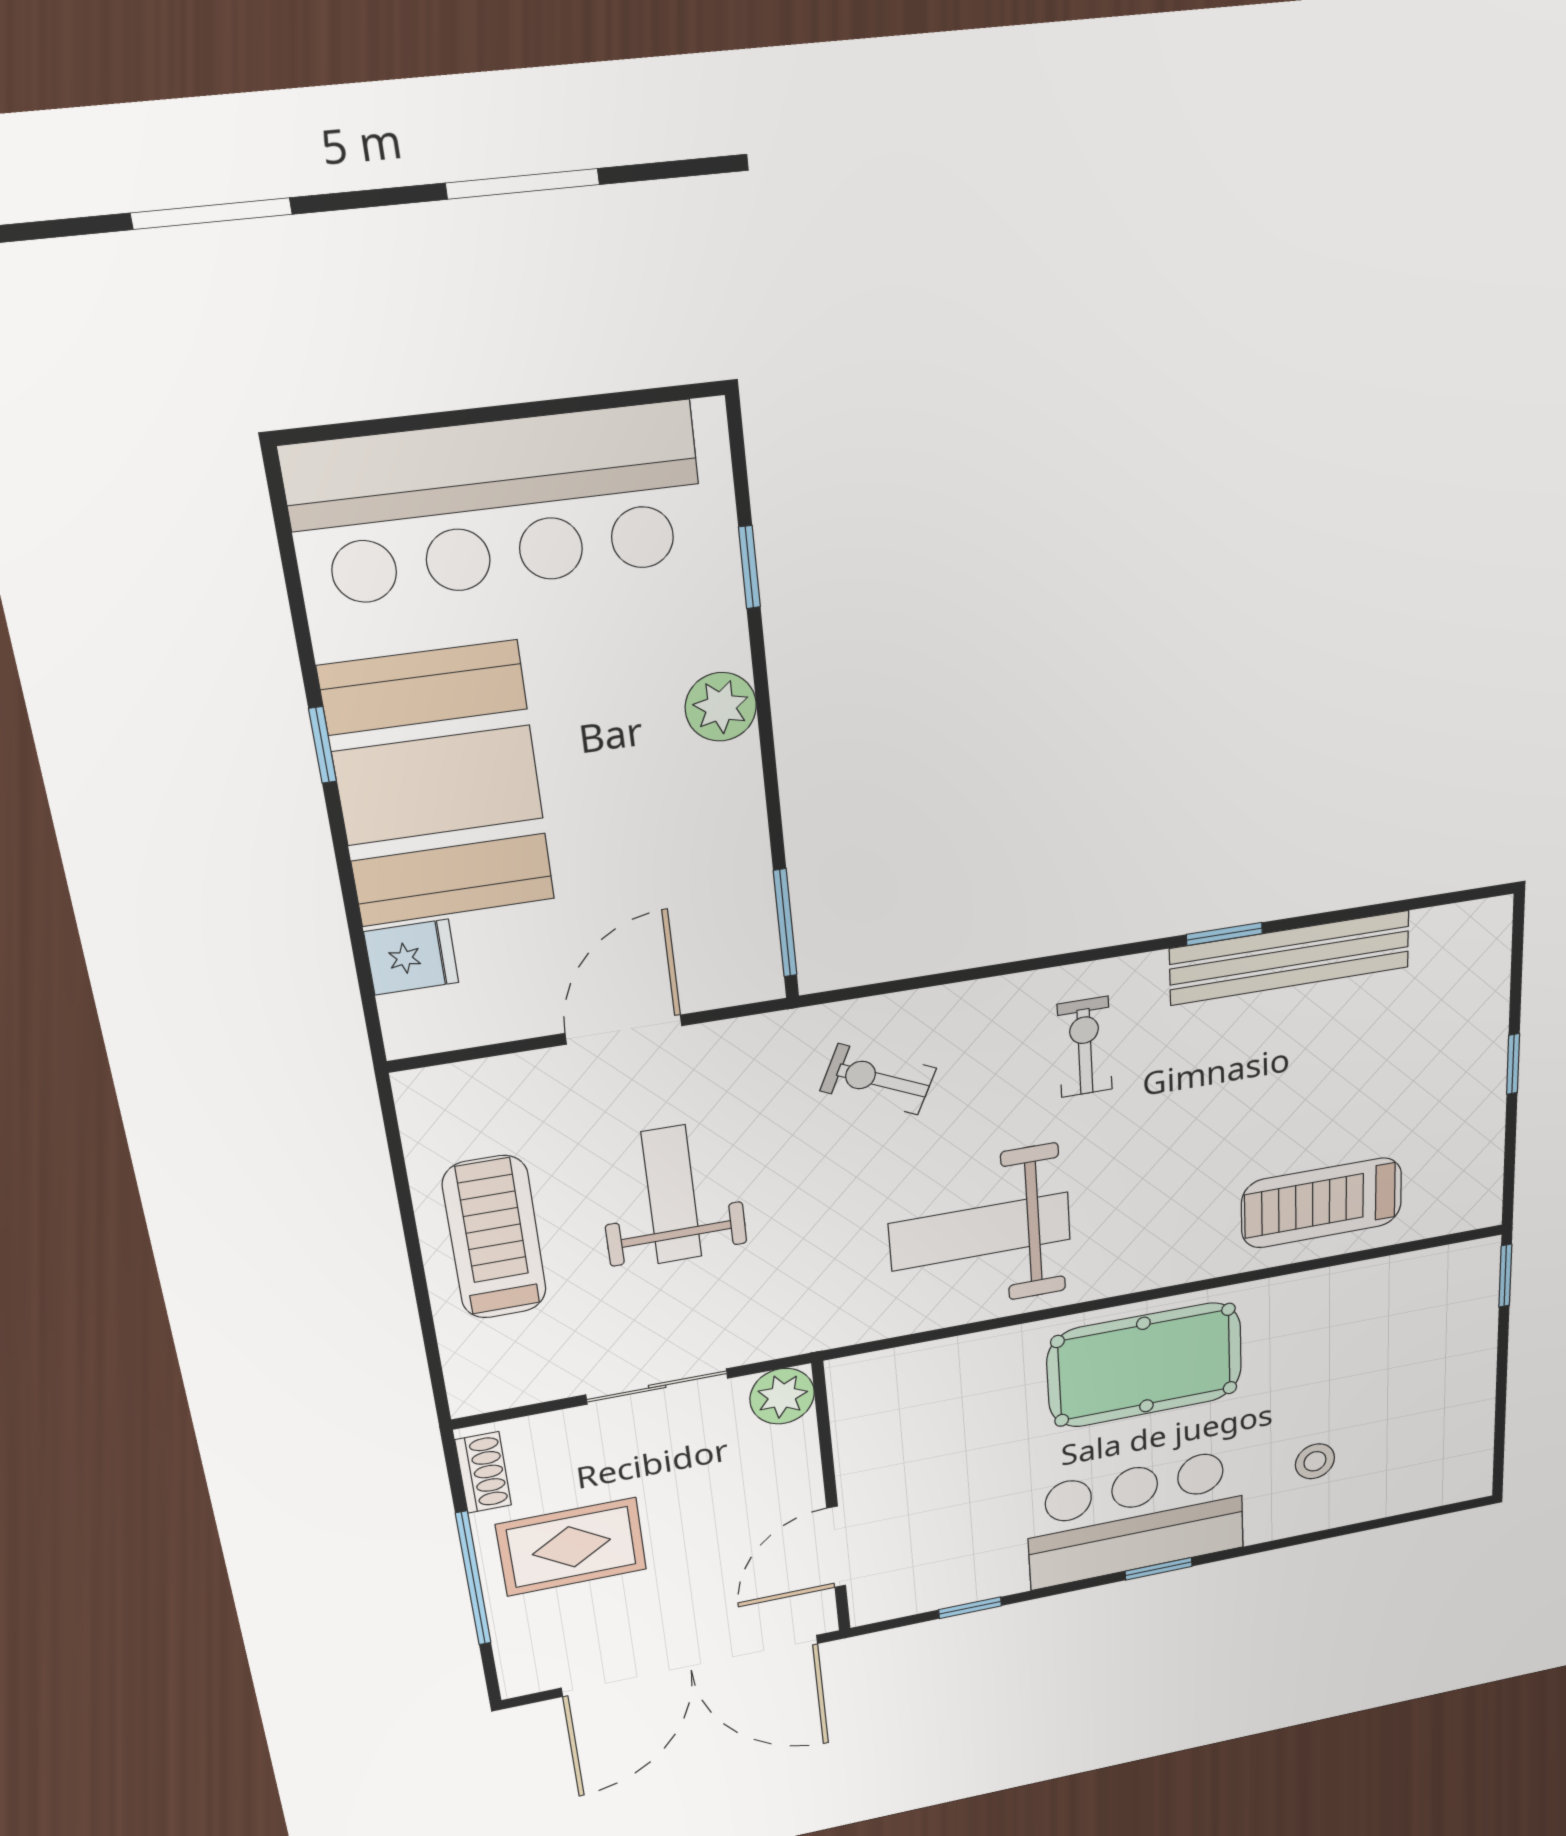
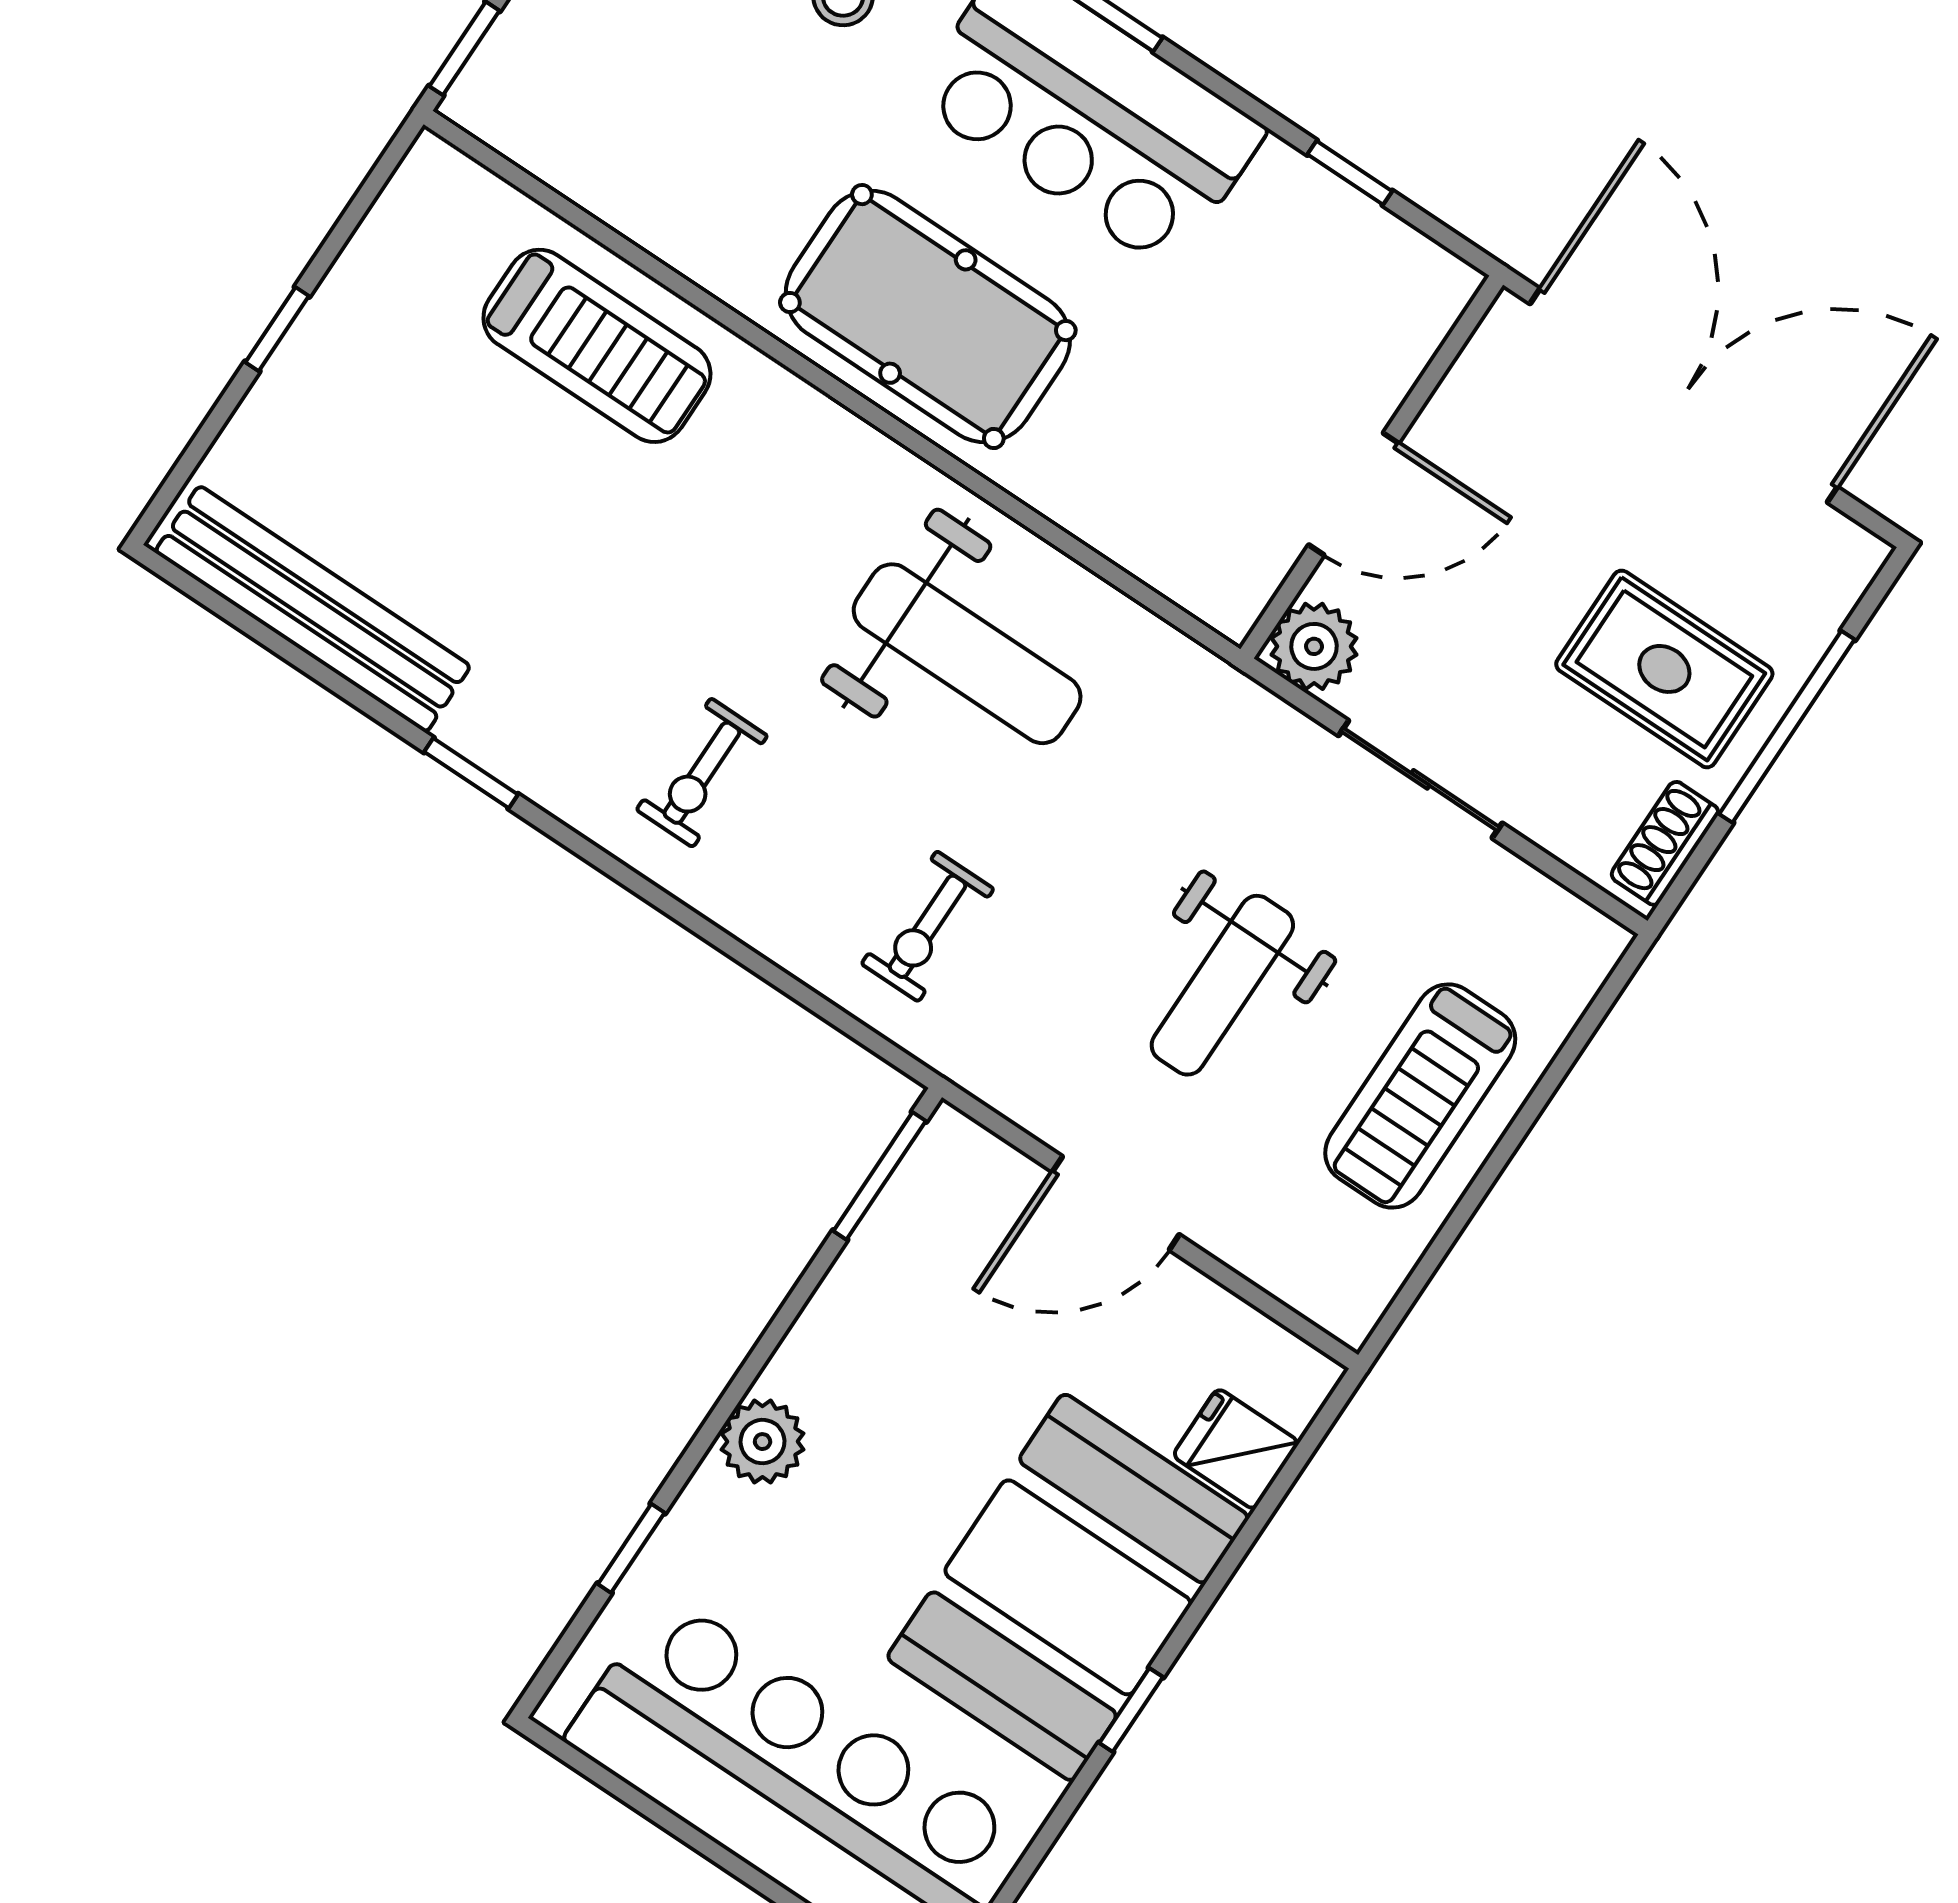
bench: (1290, 958) -> (313, 609), moved
exercise bike: (878, 1079) -> (928, 926), turned 65
door: (836, 1547) -> (1354, 494), moved

